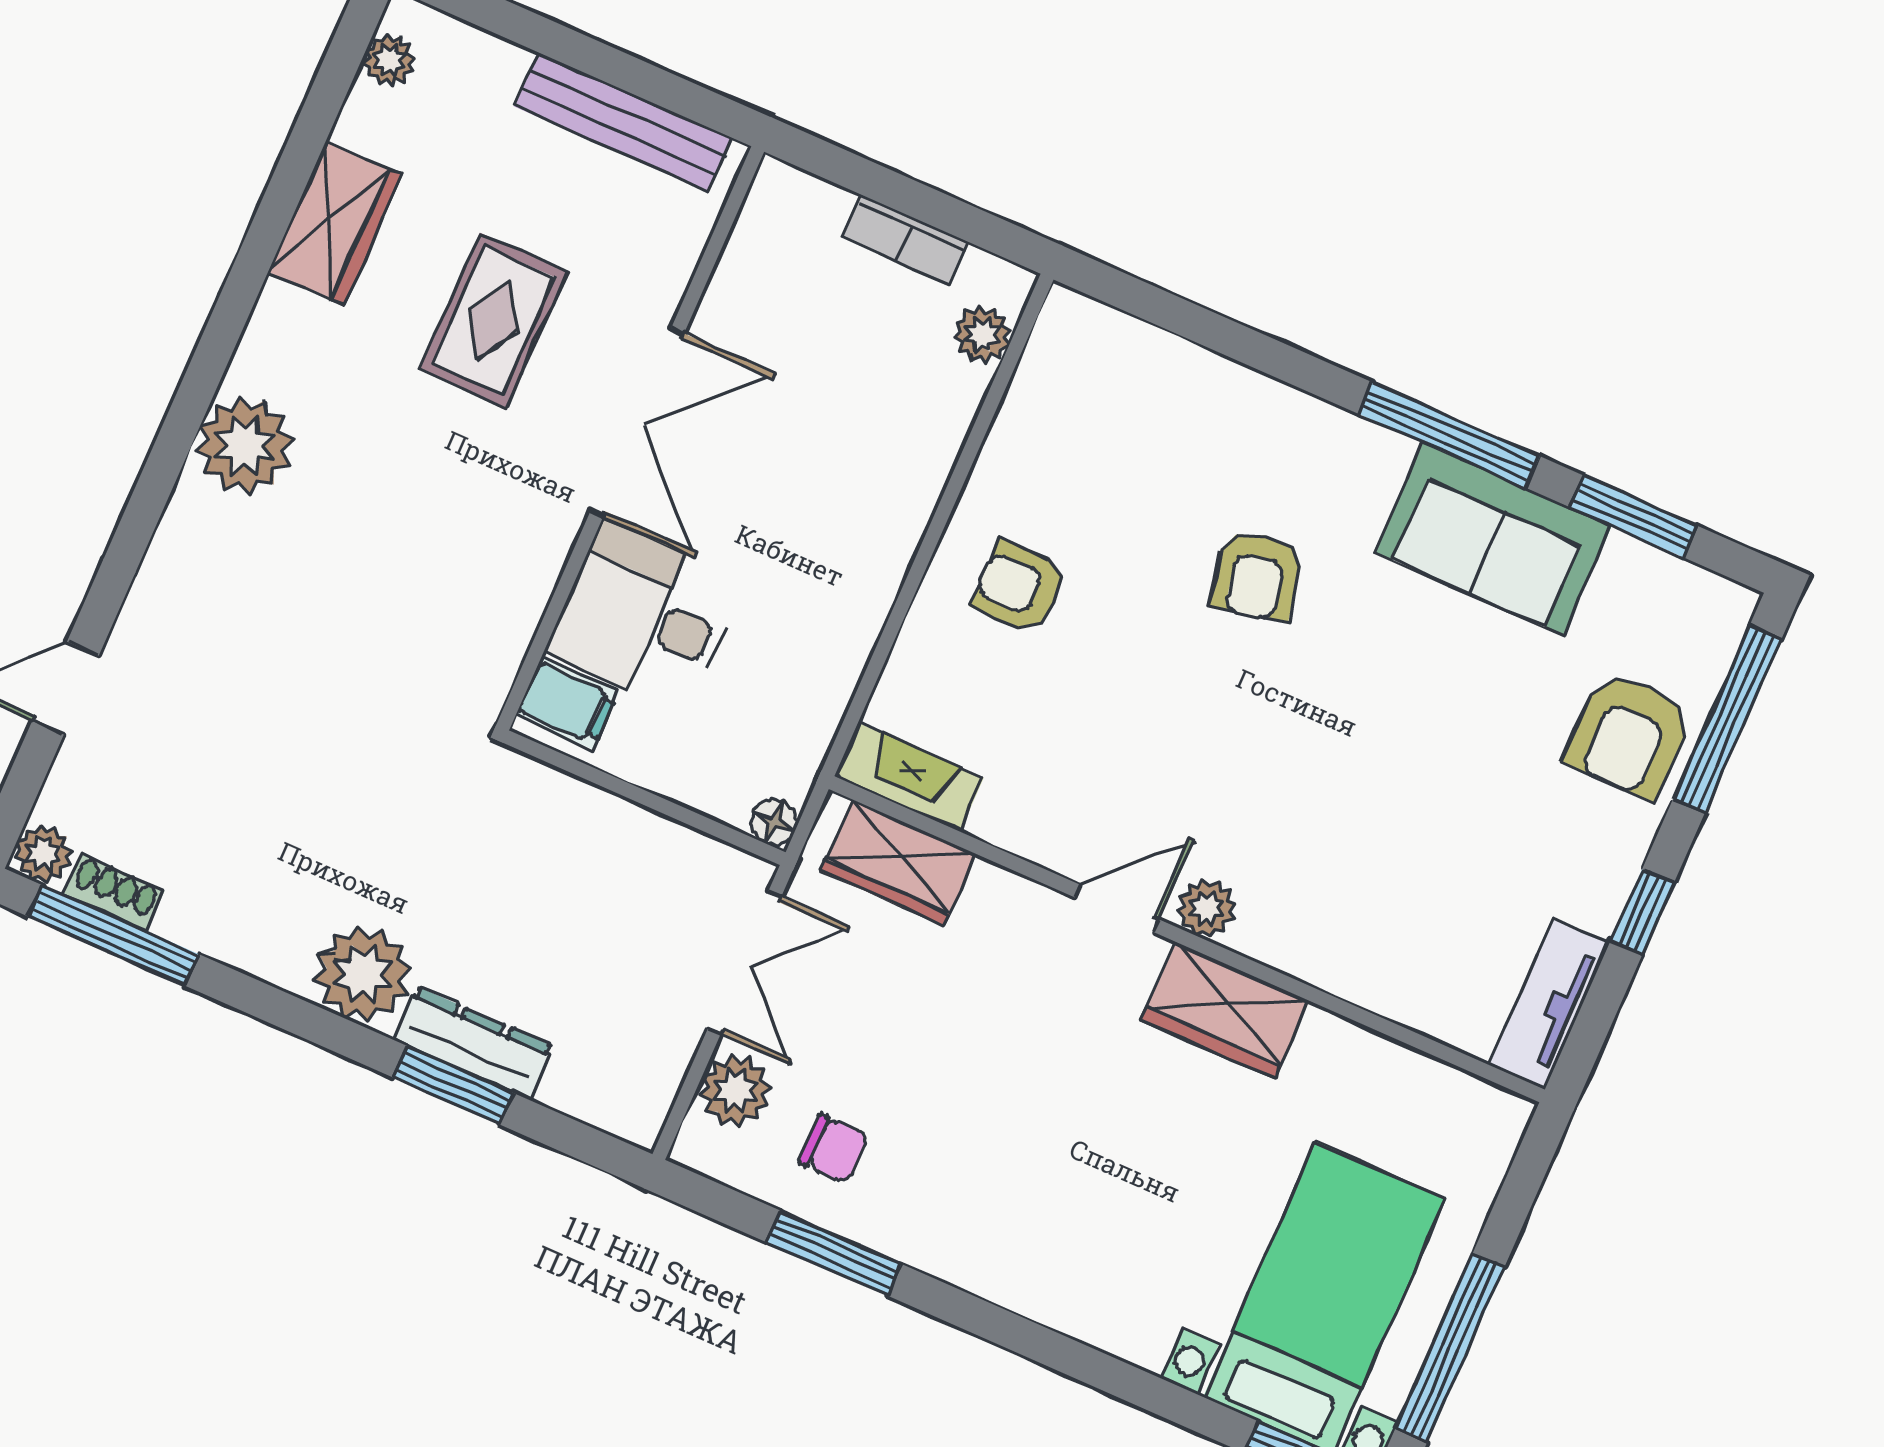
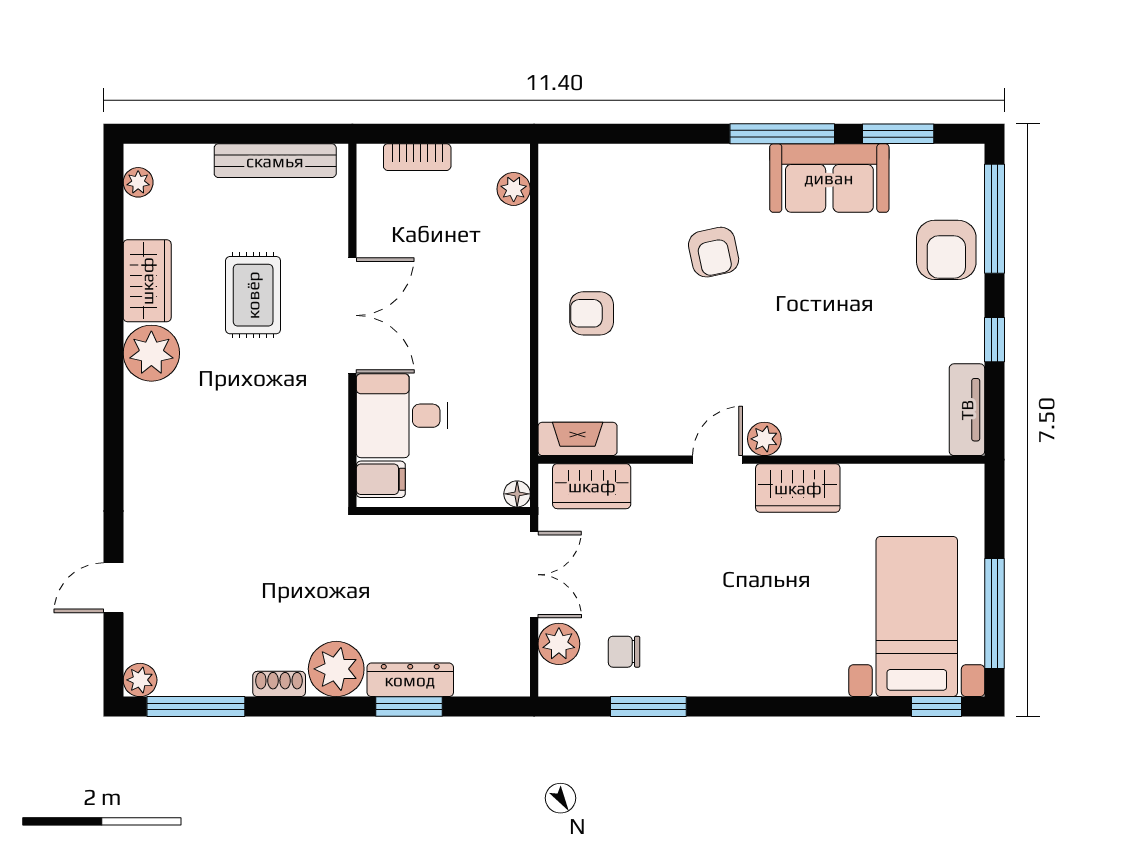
bookcase: (905, 240) -> (417, 157), moved
plant: (245, 445) -> (151, 353), moved
shoe rack: (114, 893) -> (279, 684), moved
chair: (834, 1149) -> (624, 652), turned 180

